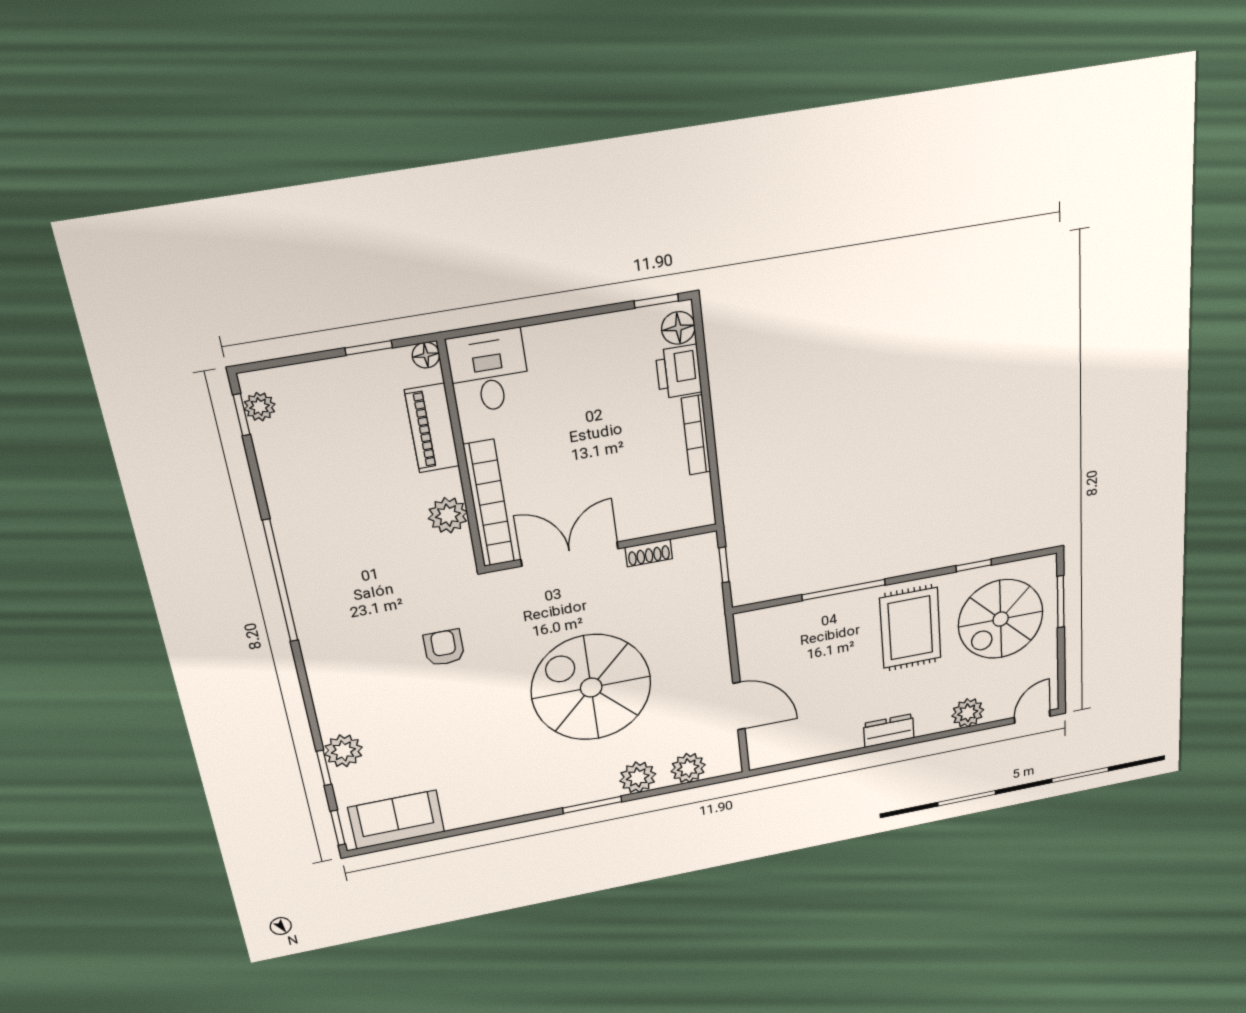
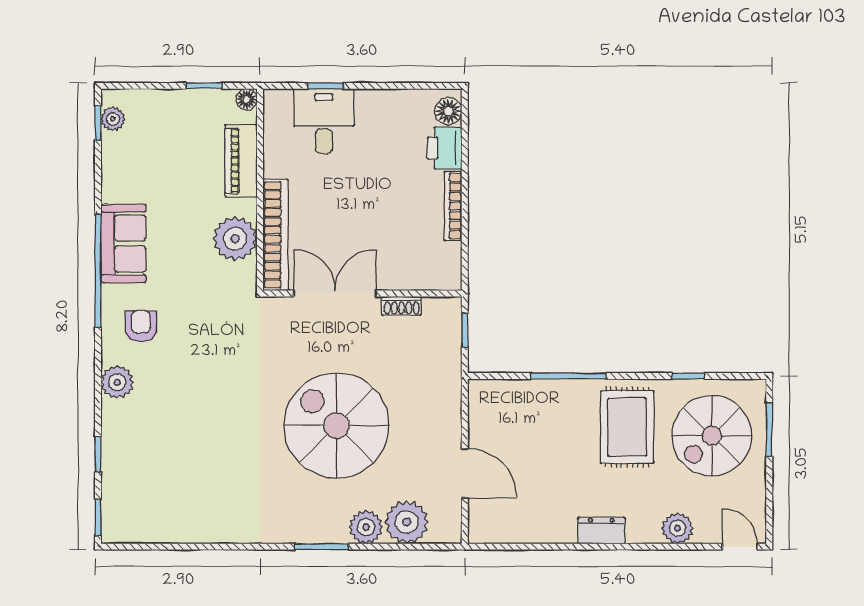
window: (656, 301) -> (326, 86), moved
desk: (489, 371) -> (324, 121), moved
plant: (448, 515) -> (235, 239), width x1.36, depth x1.36
armchair: (444, 648) -> (141, 326), moved
door: (1032, 717) -> (740, 547), hinge flipped
plant: (343, 751) -> (117, 382), moved
plant: (688, 768) -> (407, 522), width x1.36, depth x1.36
sofa: (396, 820) -> (123, 244), moved, turned 90

